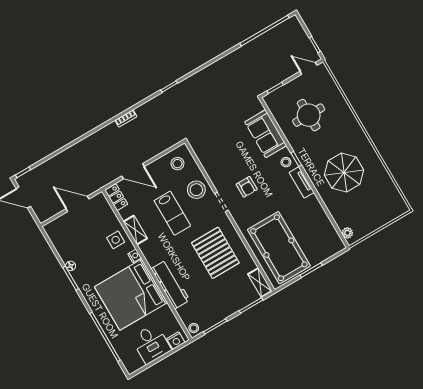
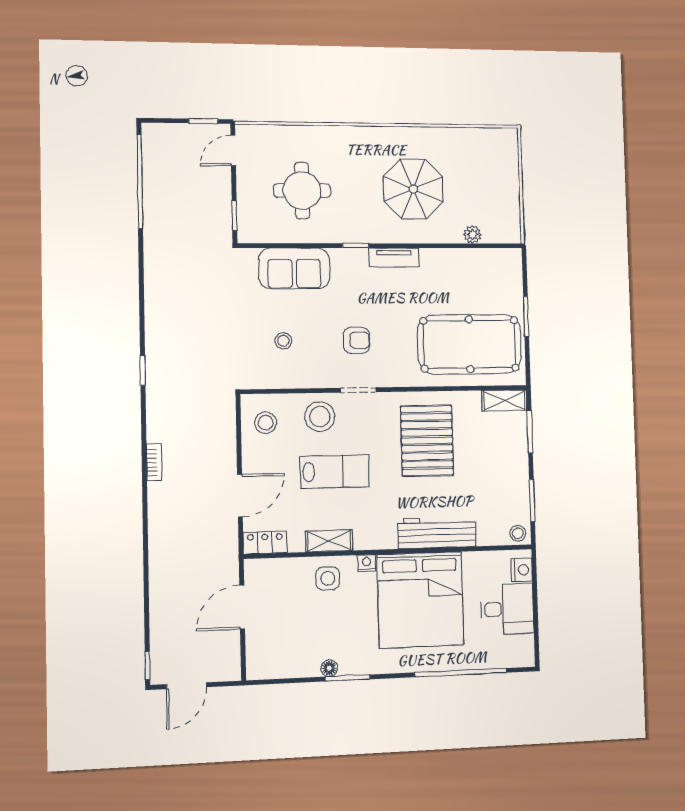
stool: (286, 162) -> (283, 341), moved
plant: (347, 233) -> (472, 234), moved
pallet: (215, 253) -> (427, 441), turned 90

